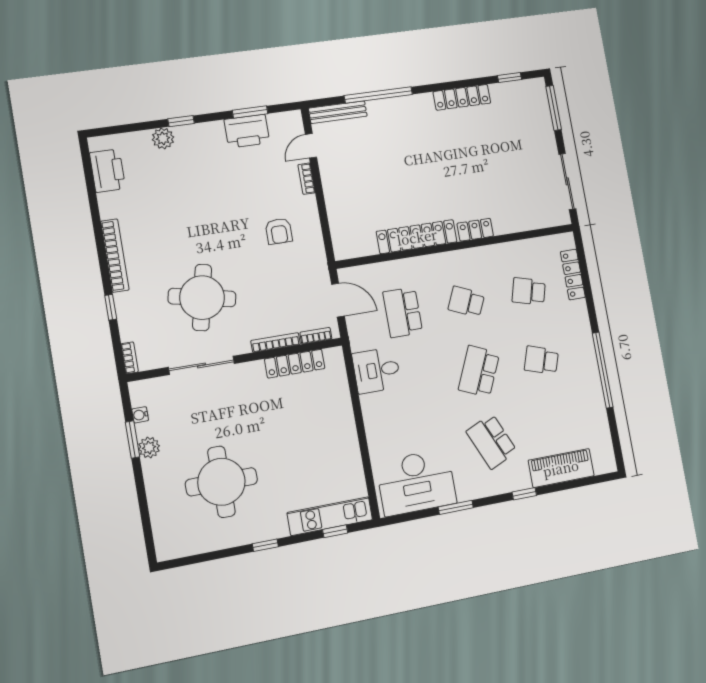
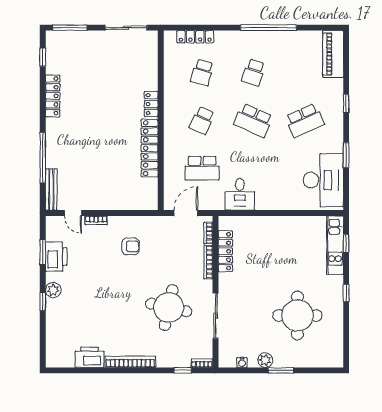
plant: (163, 138) -> (53, 290), moved
printer: (108, 171) -> (90, 357), moved
window: (111, 307) -> (183, 370), moved
window: (132, 439) -> (281, 370), moved
piano: (561, 468) -> (333, 54), moved

